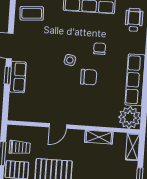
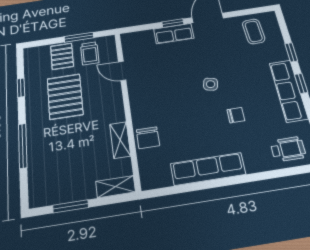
chair: (89, 77) -> (148, 138), moved
plant: (130, 118) -> (155, 173), removed
door: (58, 126) -> (122, 71), moved

